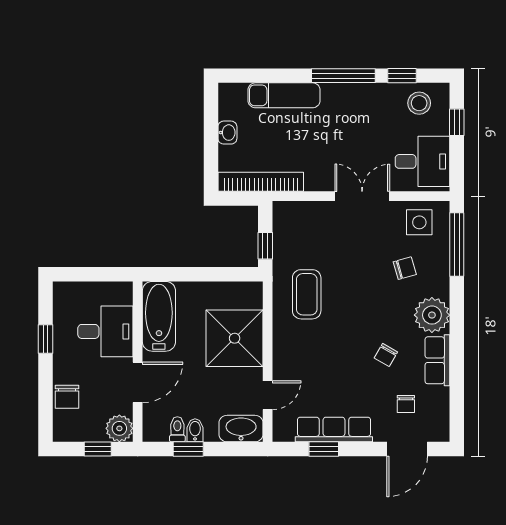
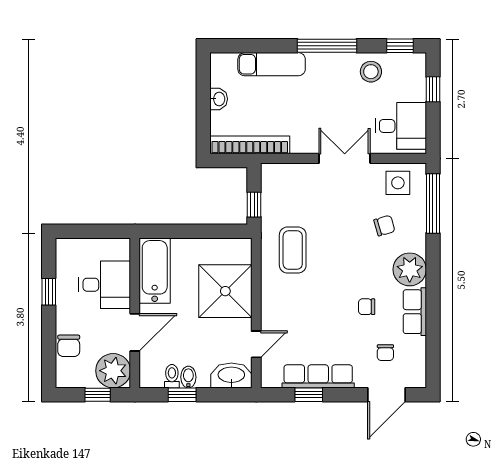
window: (402, 76) -> (400, 46), moved
stool: (419, 103) -> (371, 72), moved
chair: (386, 355) -> (367, 307), turned 60
plant: (119, 428) -> (113, 371), width x1.36, depth x1.36

